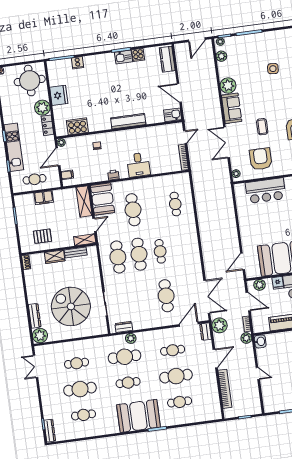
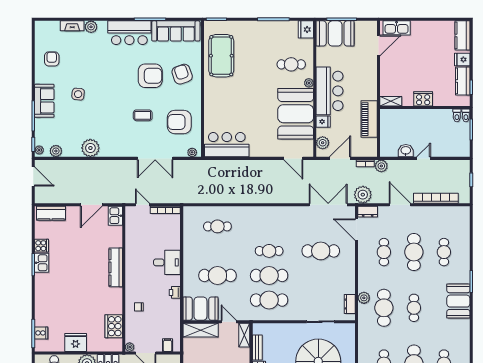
cooker: (78, 63) -> (41, 333), moved
sofa: (232, 108) -> (44, 101), moved, turned 90
bar counter: (266, 191) -> (227, 145), moved, turned -90
washbasin: (260, 341) -> (406, 151), moved
booth: (138, 416) -> (458, 301), width x0.73, depth x0.70

